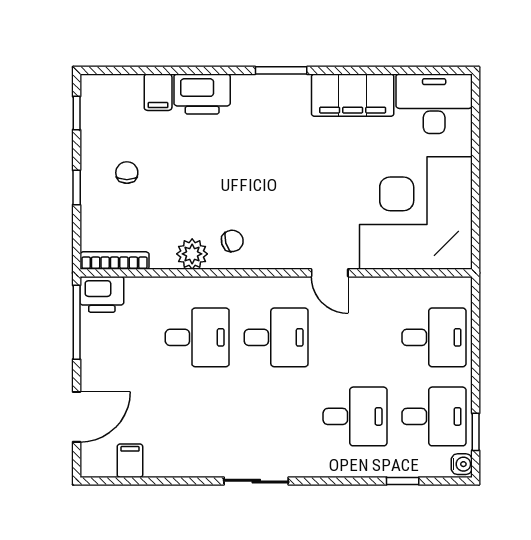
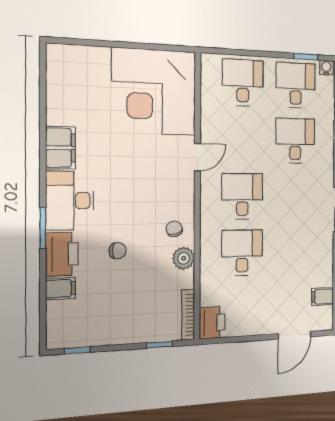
window: (281, 70) -> (43, 228), moved
filing cabinet: (353, 95) -> (60, 148), width x0.67, depth x0.86
desk: (434, 104) -> (70, 201), moved
chair: (127, 173) -> (118, 251), moved, turned 180
window: (77, 187) -> (159, 345), moved
window: (77, 322) -> (231, 340), removed
door: (77, 417) -> (294, 335), swing flipped

